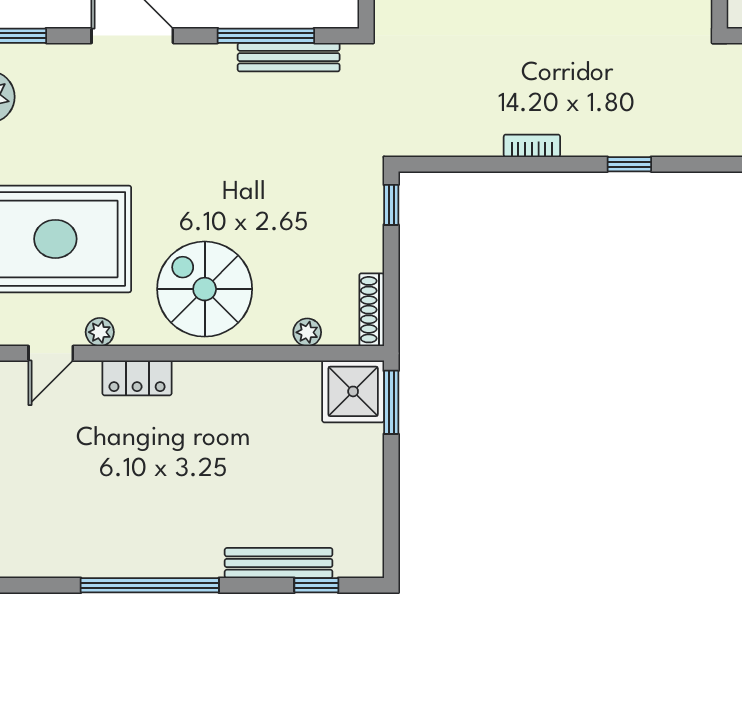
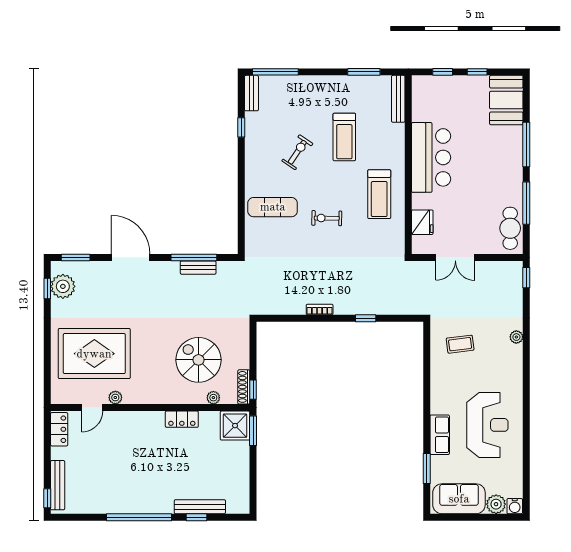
bench: (289, 57) -> (198, 268), width x0.73
window: (391, 205) -> (253, 390), moved
spiral stairs: (205, 289) -> (199, 360), moved
locker: (137, 378) -> (182, 419), moved
window: (316, 585) -> (196, 517), moved

